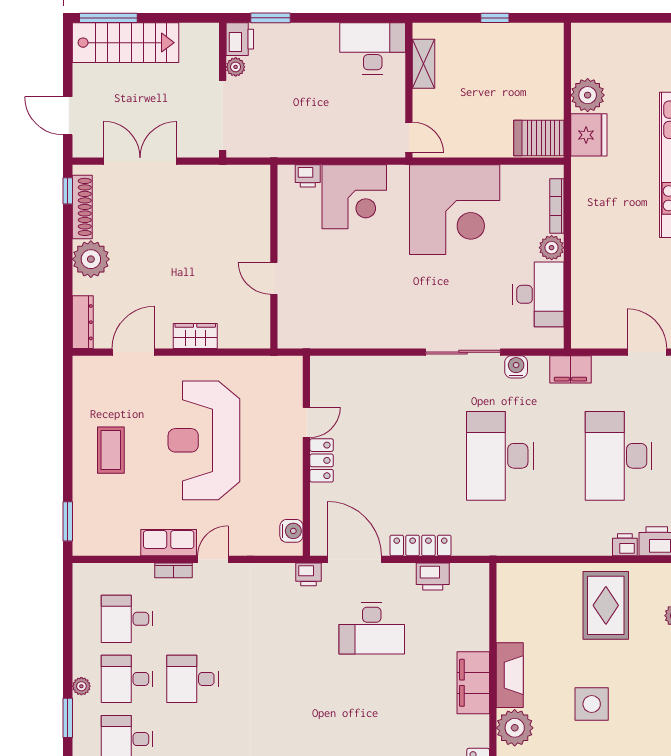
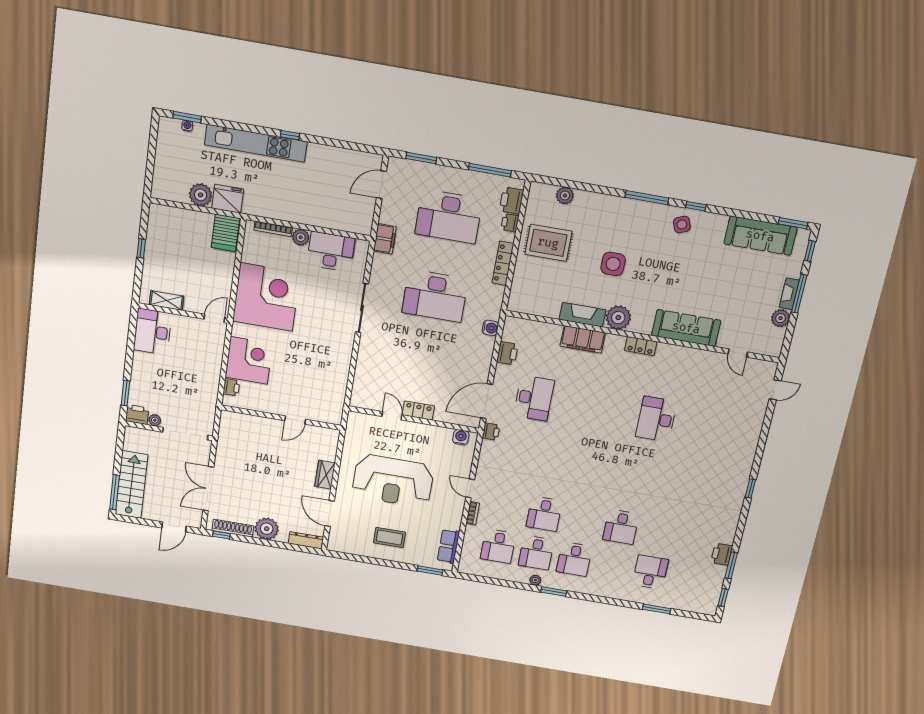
water cooler: (516, 367) -> (490, 328), moved, turned 180
row of seats: (169, 543) -> (448, 546), moved
locker: (421, 545) -> (503, 263), moved

